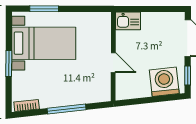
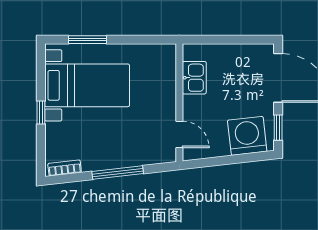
kitchen sink: (128, 21) -> (194, 78), moved, turned -90
door: (113, 63) -> (179, 134), moved
window: (9, 64) -> (41, 112), width x0.67

